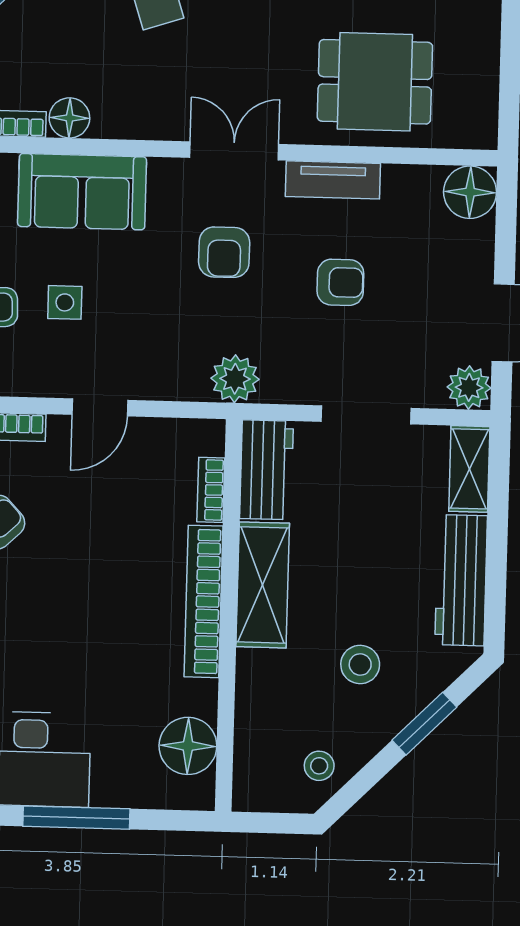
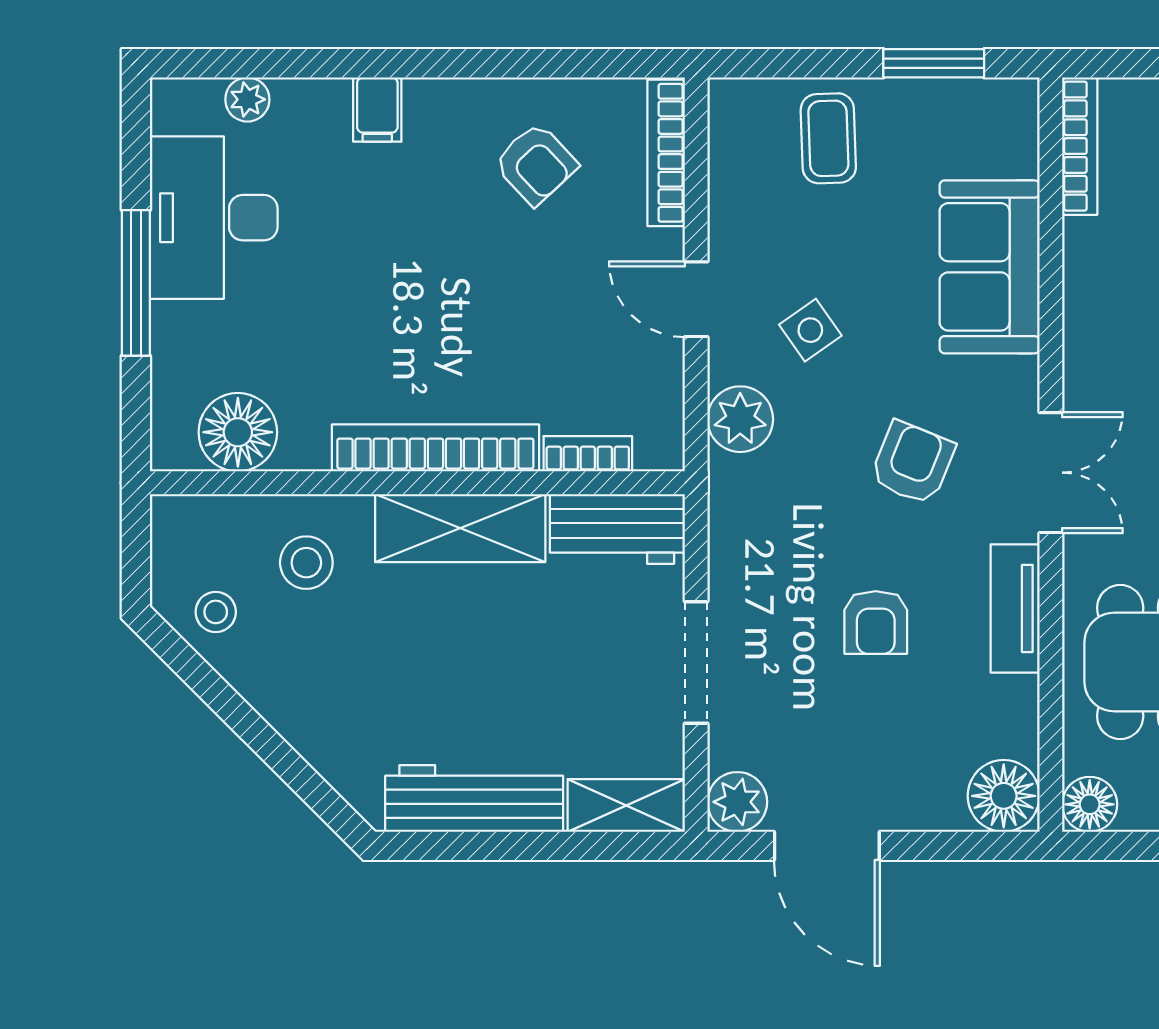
floor lamp: (69, 118) -> (1090, 804), moved
armchair: (224, 252) -> (912, 463), turned 112
side table: (65, 302) -> (810, 330), moved, turned -35
plant: (235, 379) -> (740, 419), moved
stool: (360, 665) -> (306, 563), moved
window: (424, 724) -> (277, 754), removed

